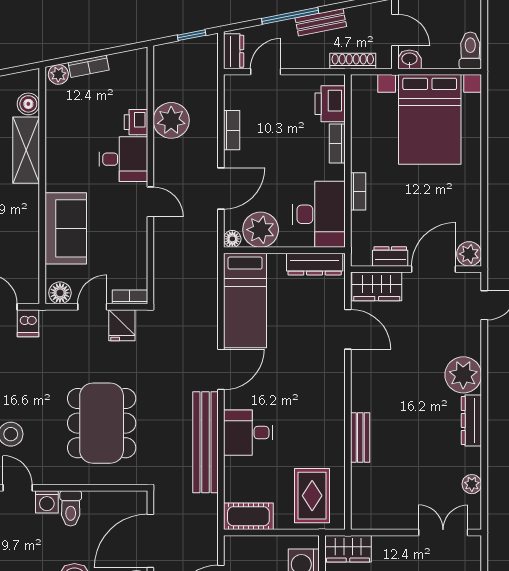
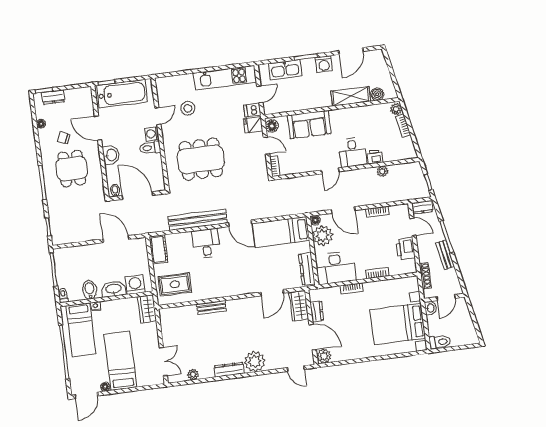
printer: (330, 104) -> (405, 249), moved, turned -90
plant: (171, 120) -> (382, 171), width x0.53, depth x0.53
fridge: (122, 325) -> (253, 125), moved

